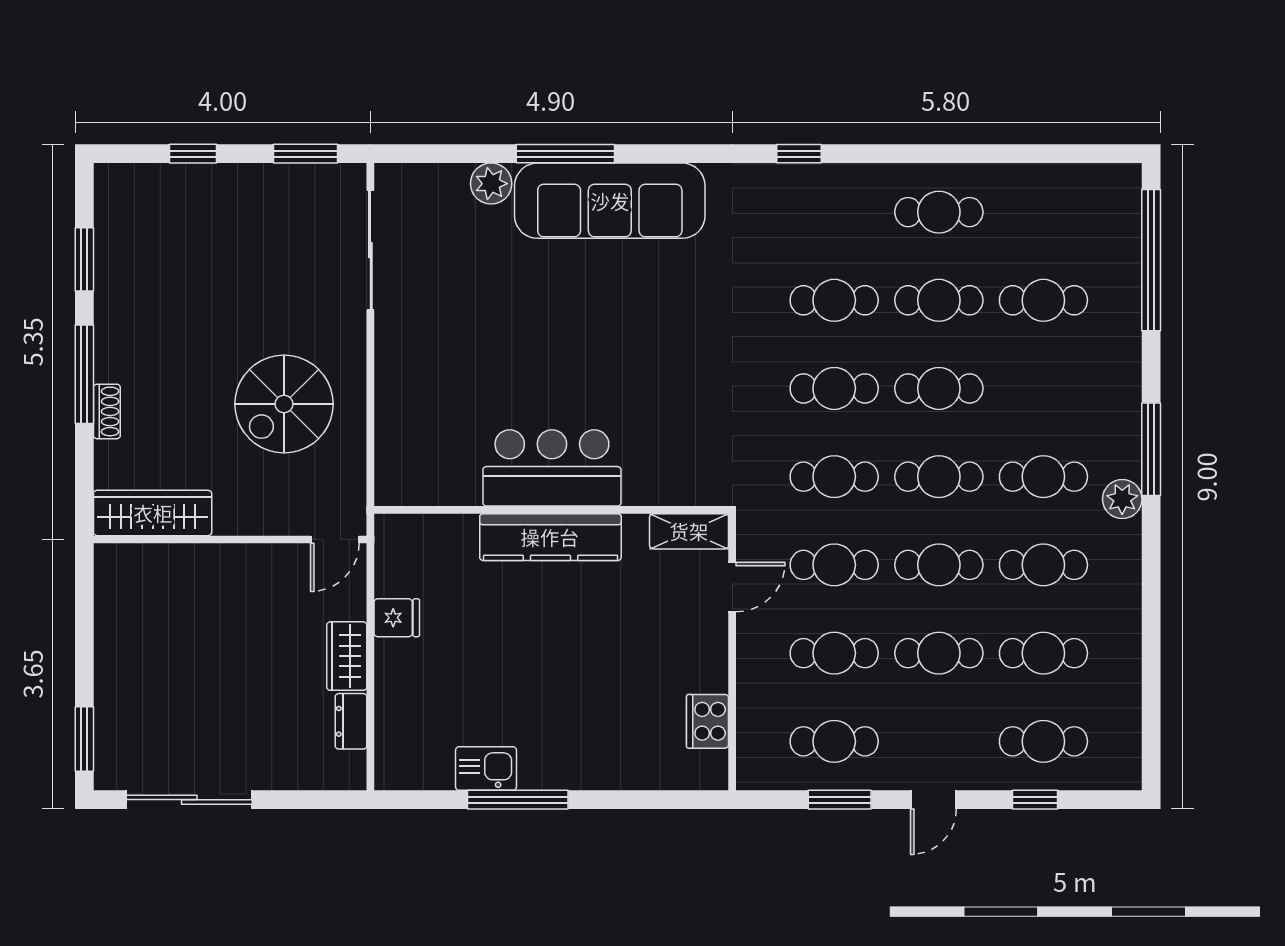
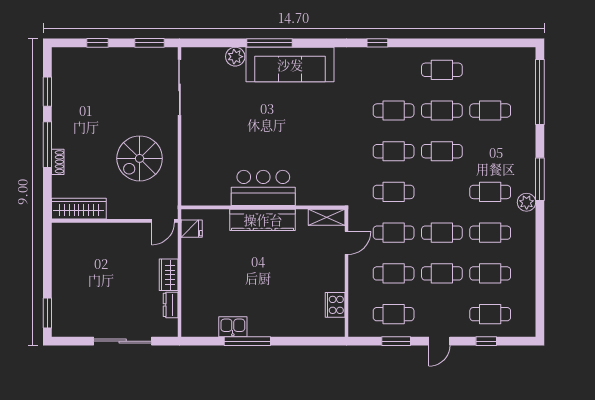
cafe table: (939, 477) -> (442, 192), removed
fridge: (397, 618) -> (192, 229), moved
sliding door: (189, 800) -> (123, 341), moved

